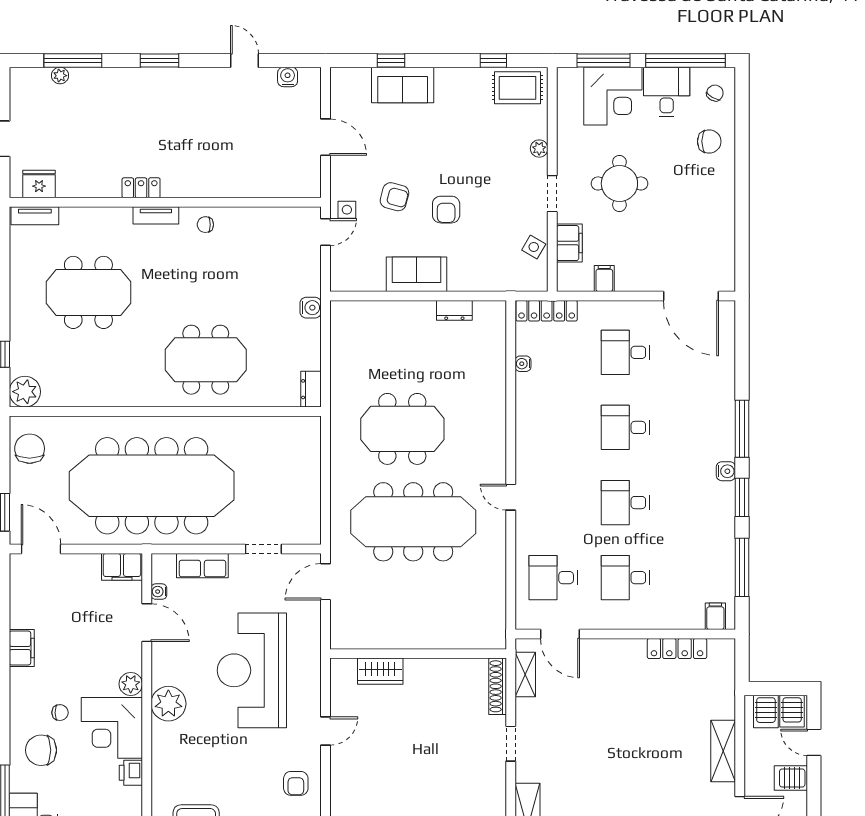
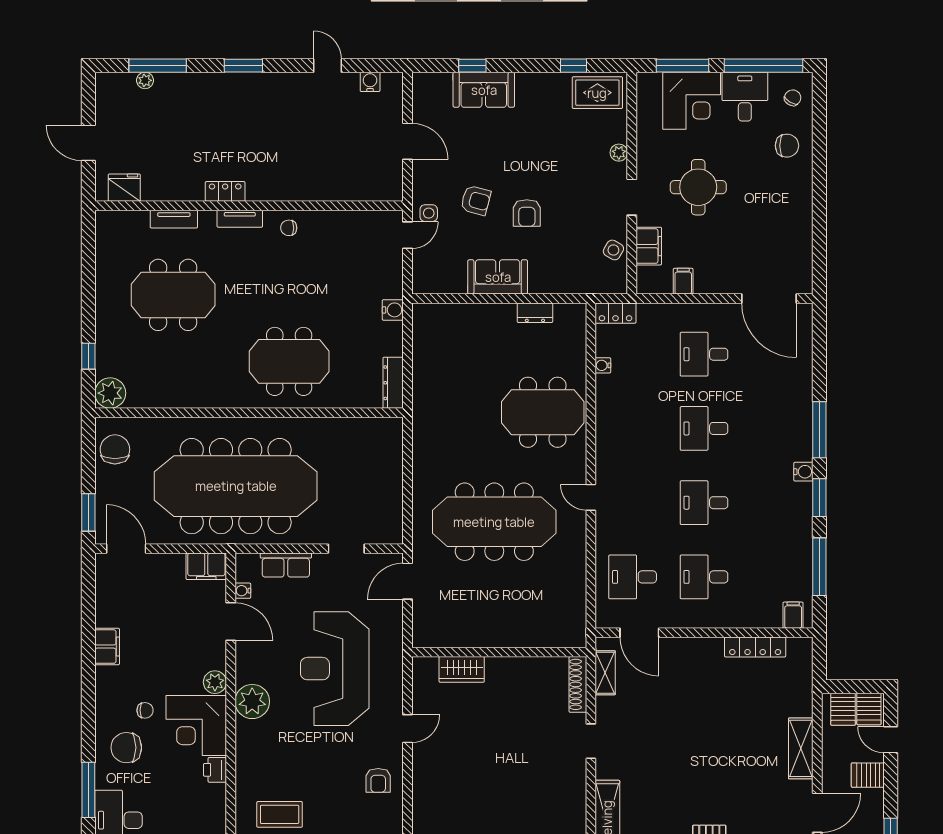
tv unit: (35, 216) -> (174, 219), moved
locker: (547, 311) -> (615, 313), width x0.66
dresser: (311, 389) -> (393, 383), width x1.44
meeting table: (402, 429) -> (543, 412), moved

